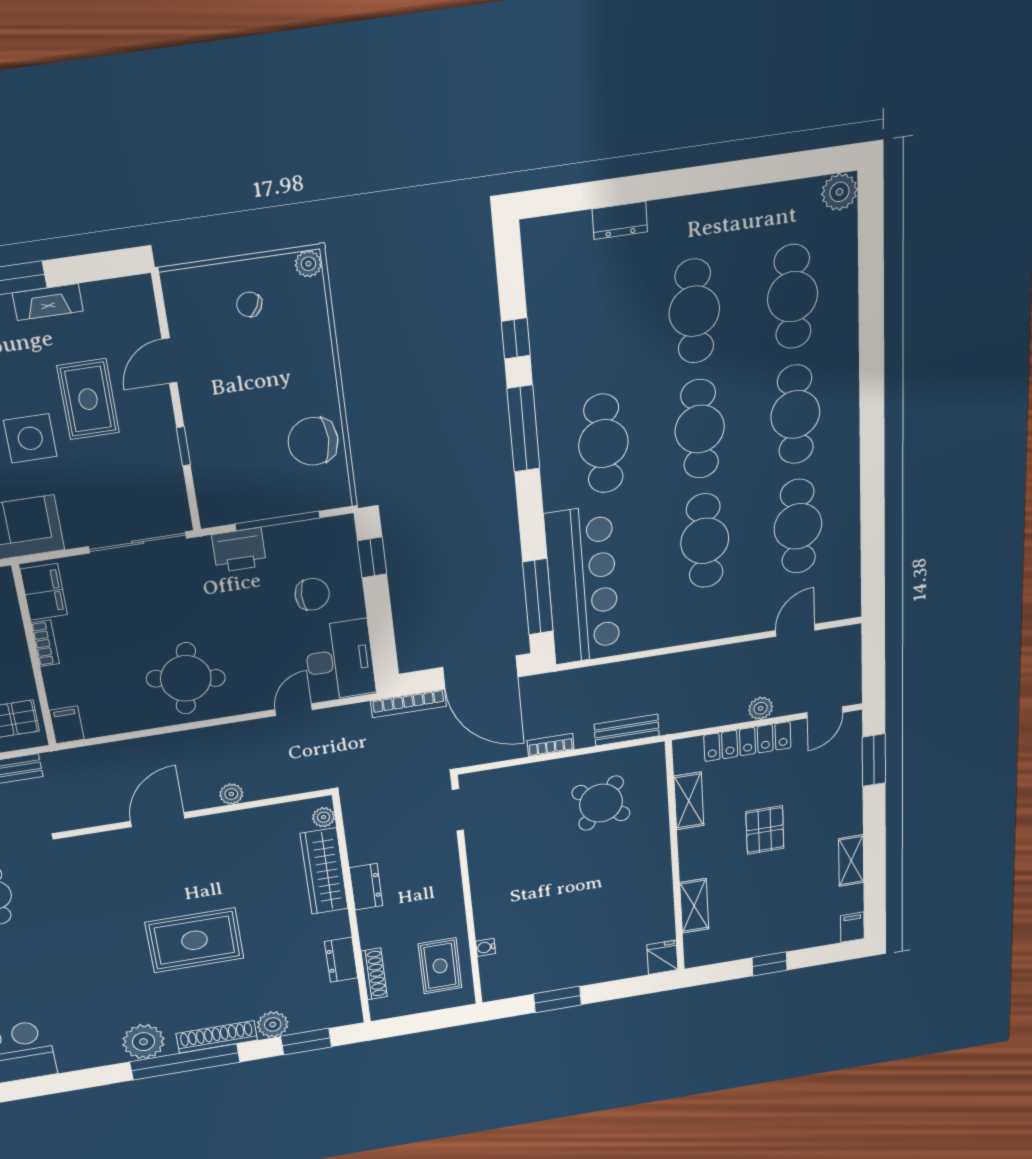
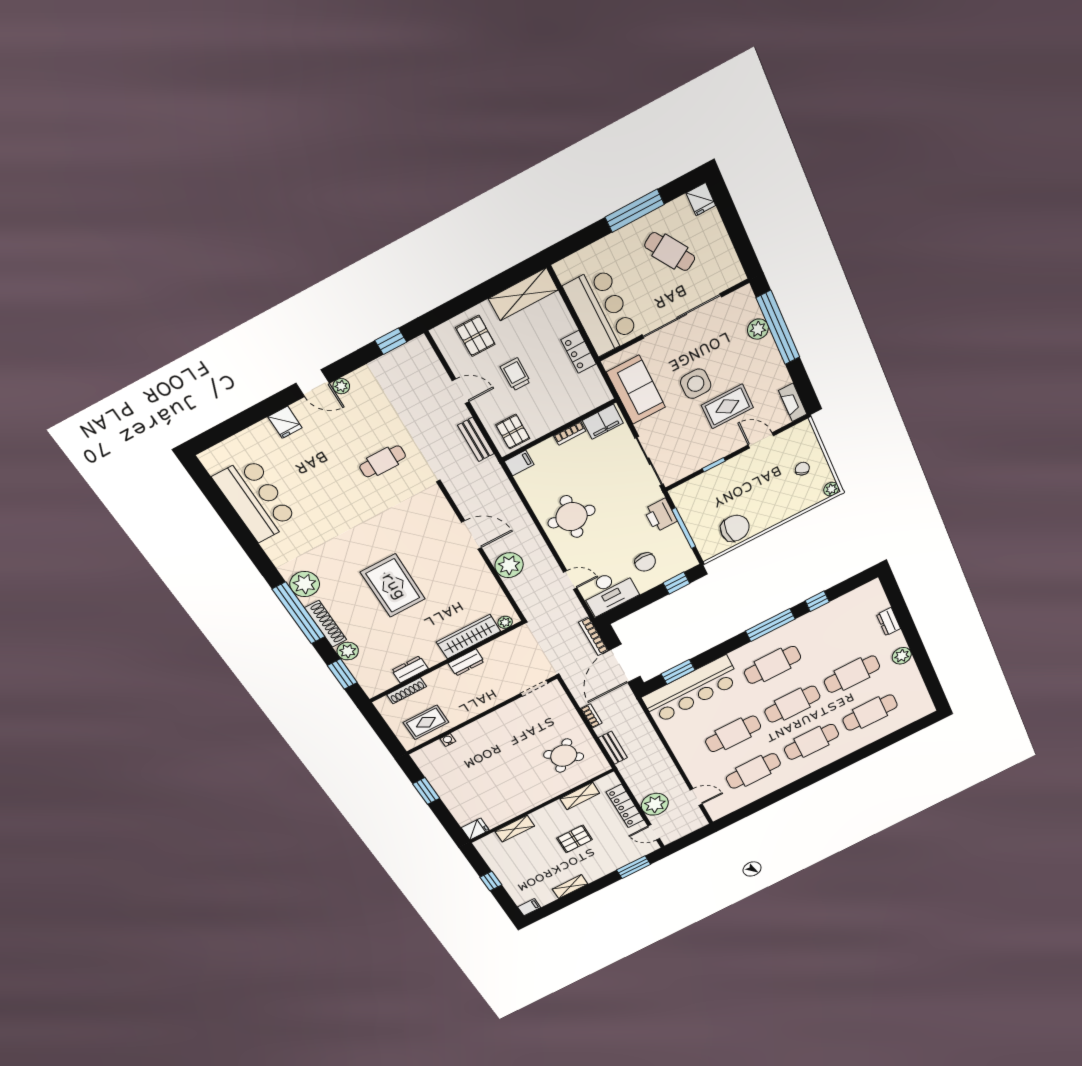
plant: (839, 192) -> (902, 656), moved
fireplace: (48, 302) -> (793, 402), moved
chair: (313, 441) -> (735, 528), turned 90
window: (538, 597) -> (678, 672), width x0.69
plant: (761, 708) -> (655, 804), width x1.87, depth x1.87
plant: (231, 794) -> (509, 565), width x1.87, depth x1.87

